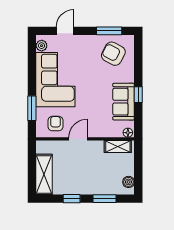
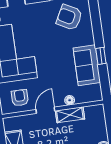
floor lamp: (128, 133) -> (70, 100), moved
shelving: (118, 146) -> (70, 115), moved

